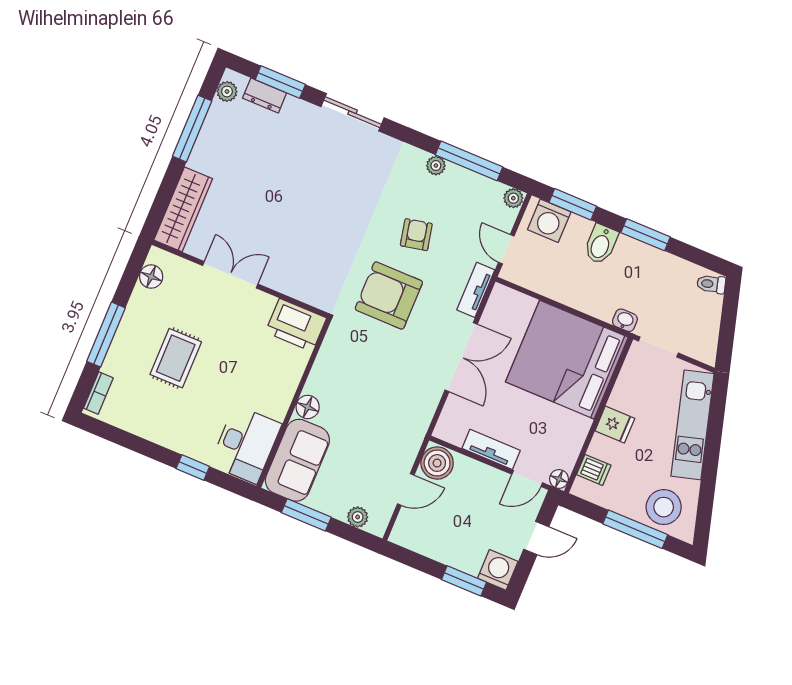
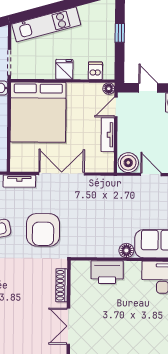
shoe rack: (295, 289) -> (62, 285), added
printer: (296, 325) -> (107, 272), moved, turned 90
rug: (176, 358) -> (129, 338), removed
door: (527, 479) -> (116, 107), swing flipped
stool: (664, 507) -> (100, 22), removed
window: (635, 529) -> (120, 33), width x0.46

